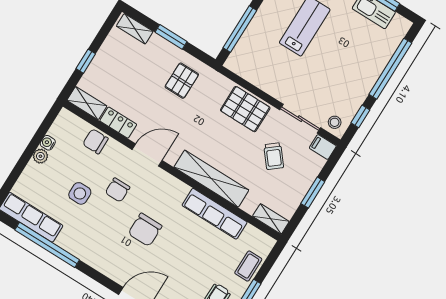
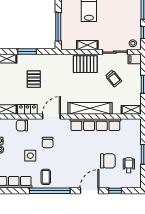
pallet: (182, 81) -> (34, 79), moved
shelving: (266, 83) -> (87, 45), added
row of seats: (215, 214) -> (95, 125), width x1.36
chair: (145, 230) -> (108, 161), moved, turned -90
window: (47, 245) -> (50, 191), moved
coffee table: (248, 266) -> (46, 177), moved

